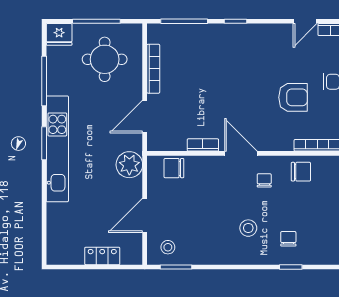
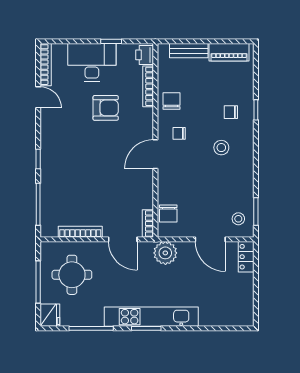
armchair: (293, 97) -> (106, 108), turned 90
bookcase: (203, 145) -> (148, 223), moved
locker: (102, 256) -> (246, 257), moved

